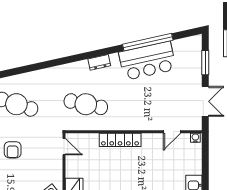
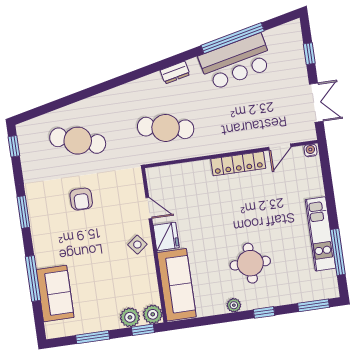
window: (205, 63) -> (309, 54), width x0.67
locker: (120, 140) -> (238, 164), moved
door: (64, 147) -> (149, 208), moved

